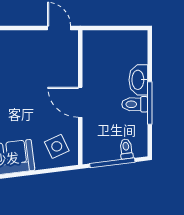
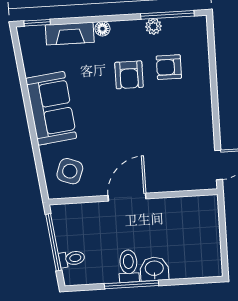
washbasin: (138, 80) -> (154, 269), width x0.72
side table: (57, 146) -> (70, 171), turned 45

